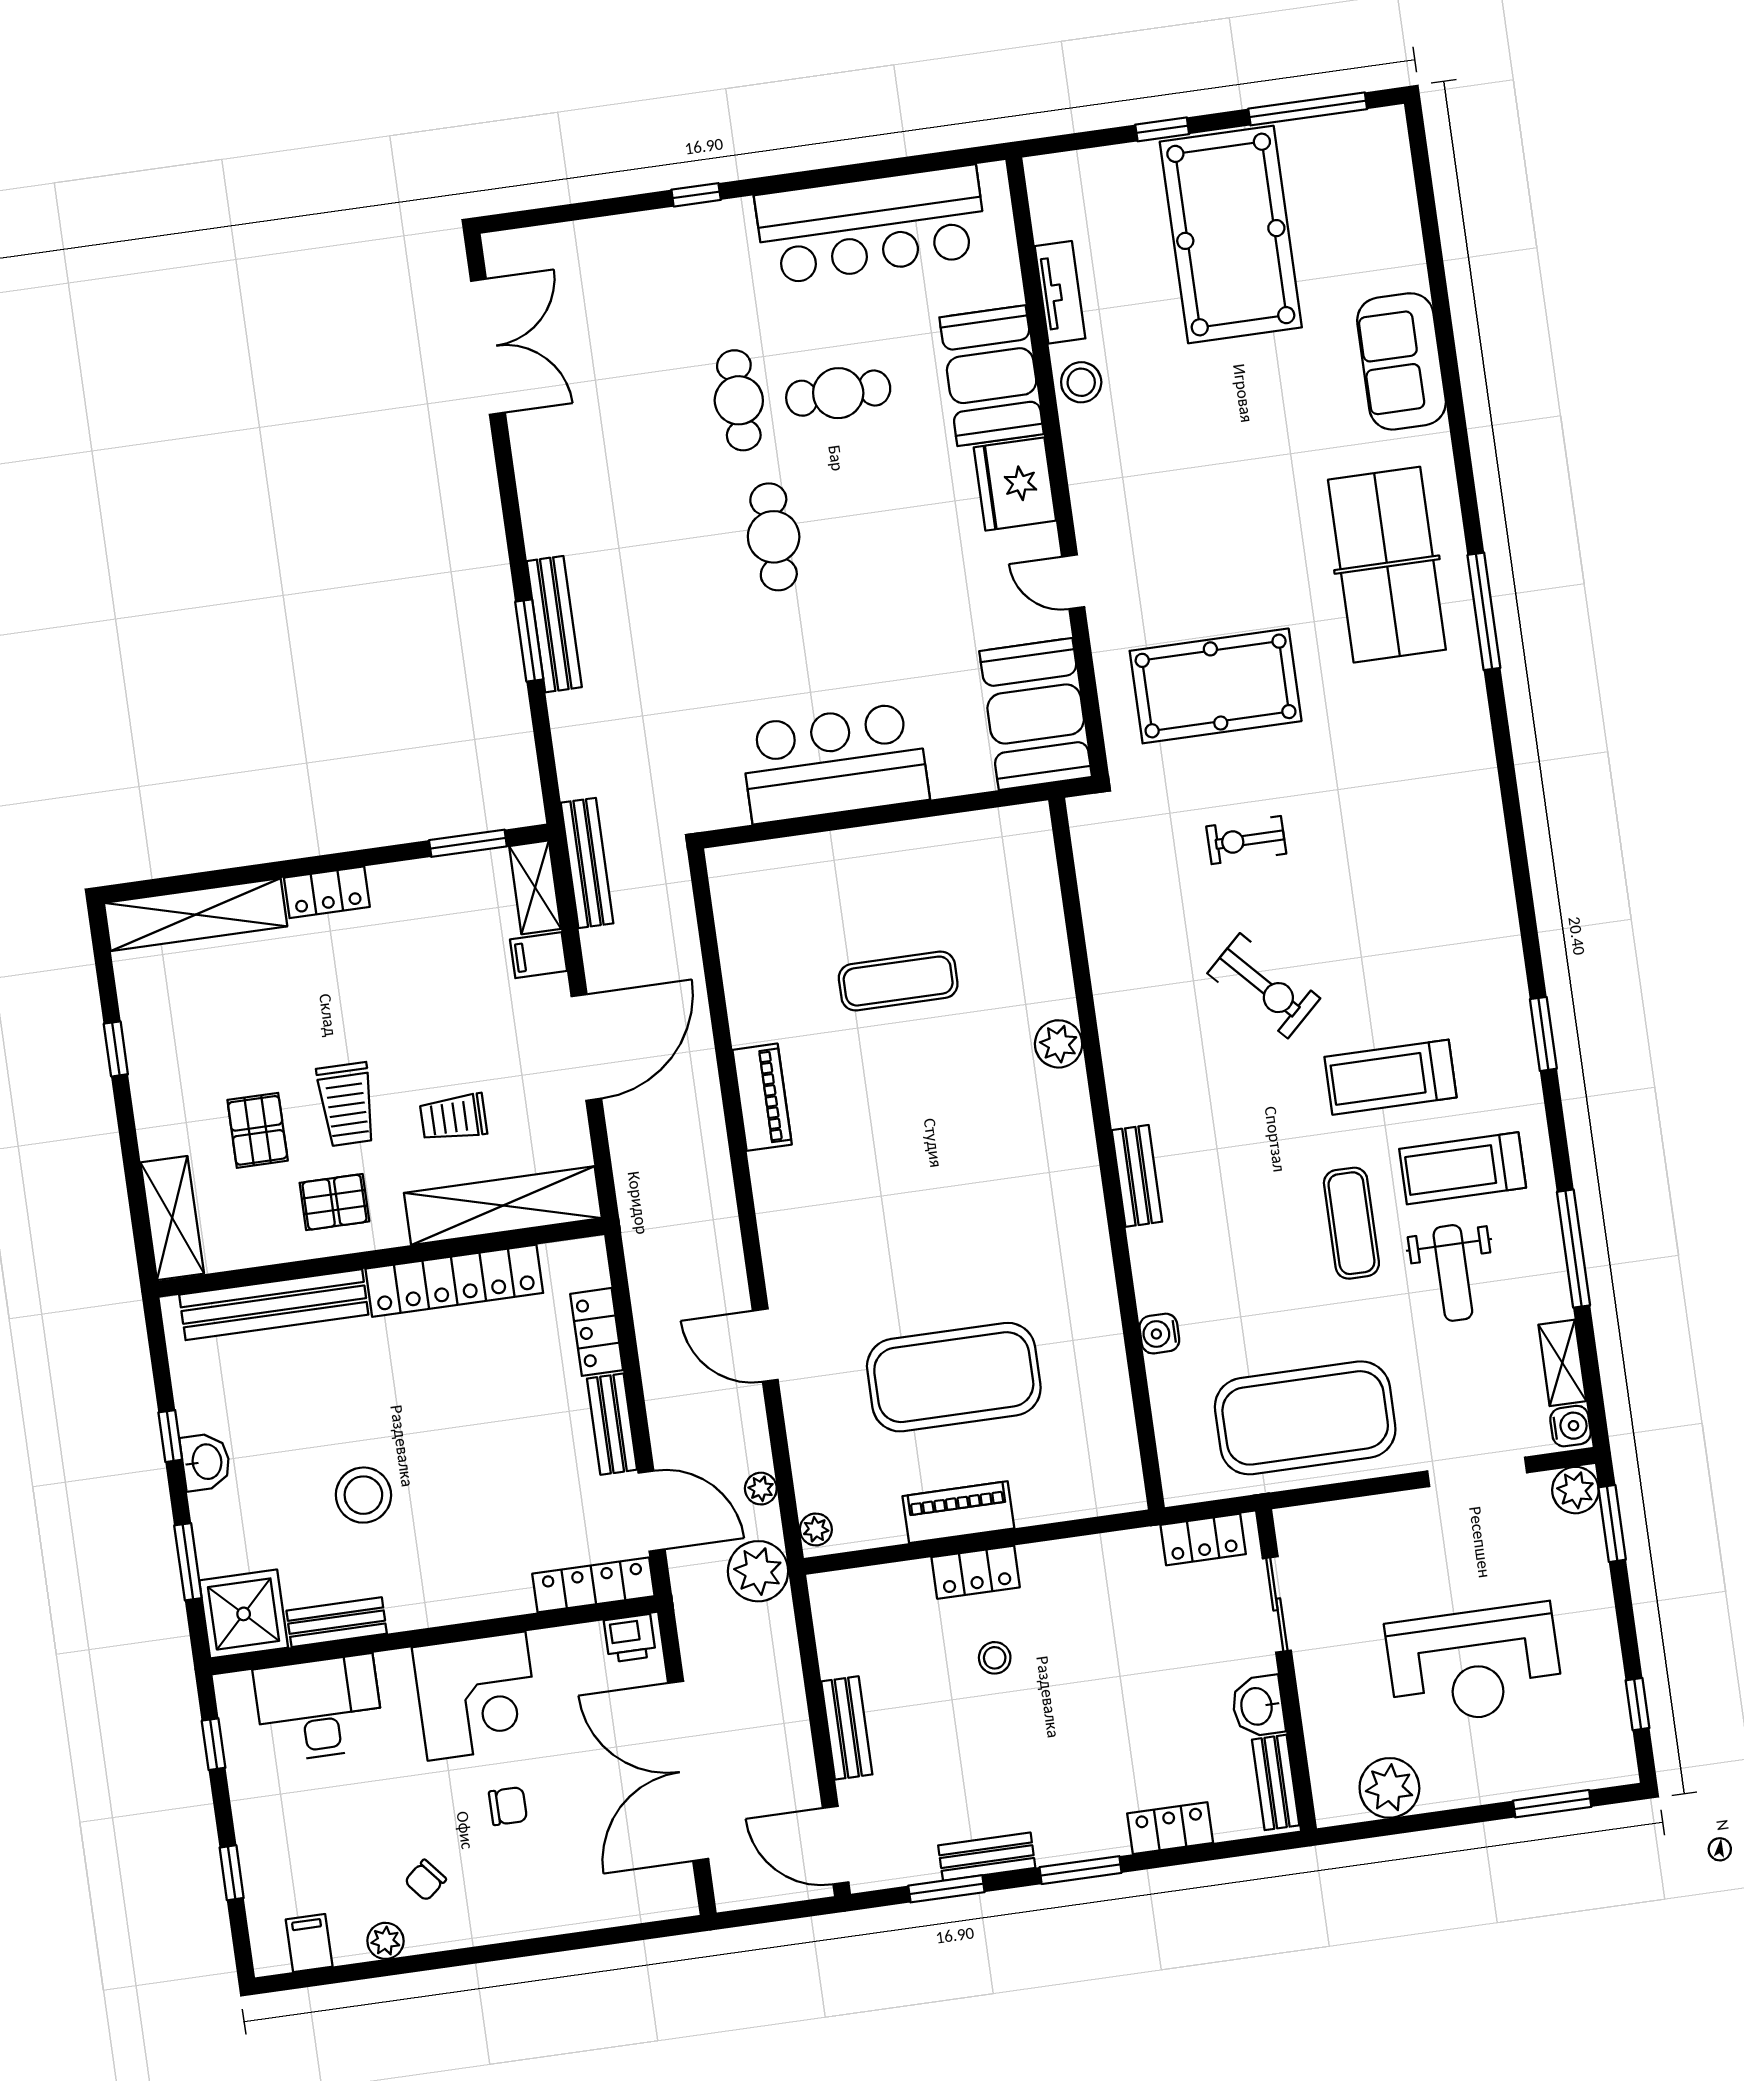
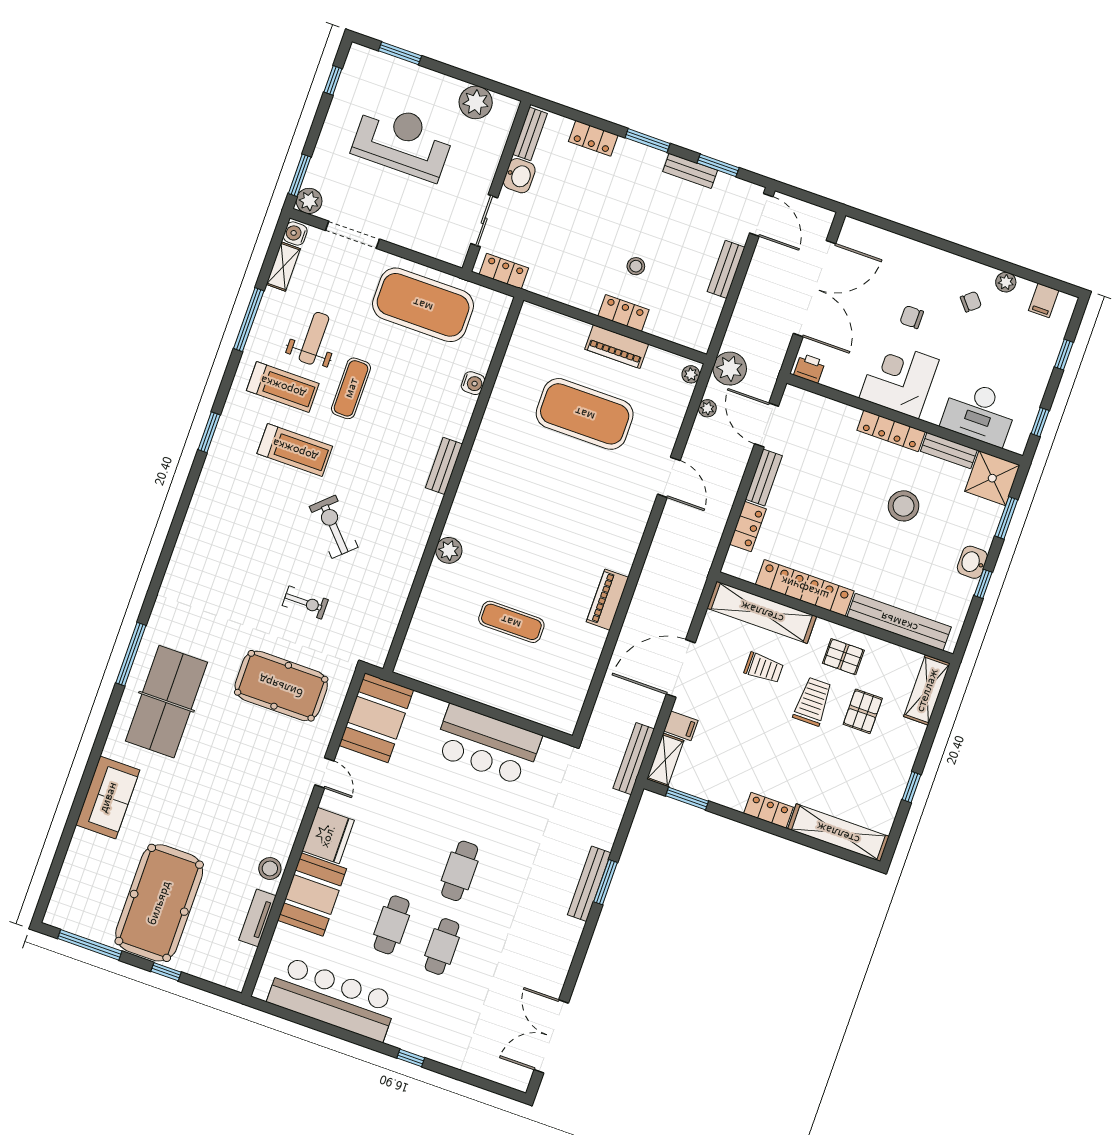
cafe table: (838, 393) -> (392, 925), turned 90
locker: (593, 1585) -> (891, 431), moved

